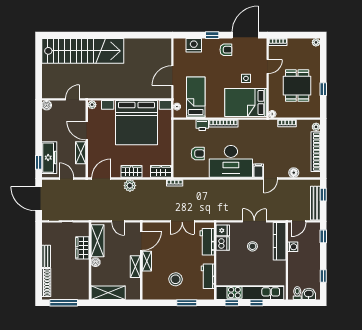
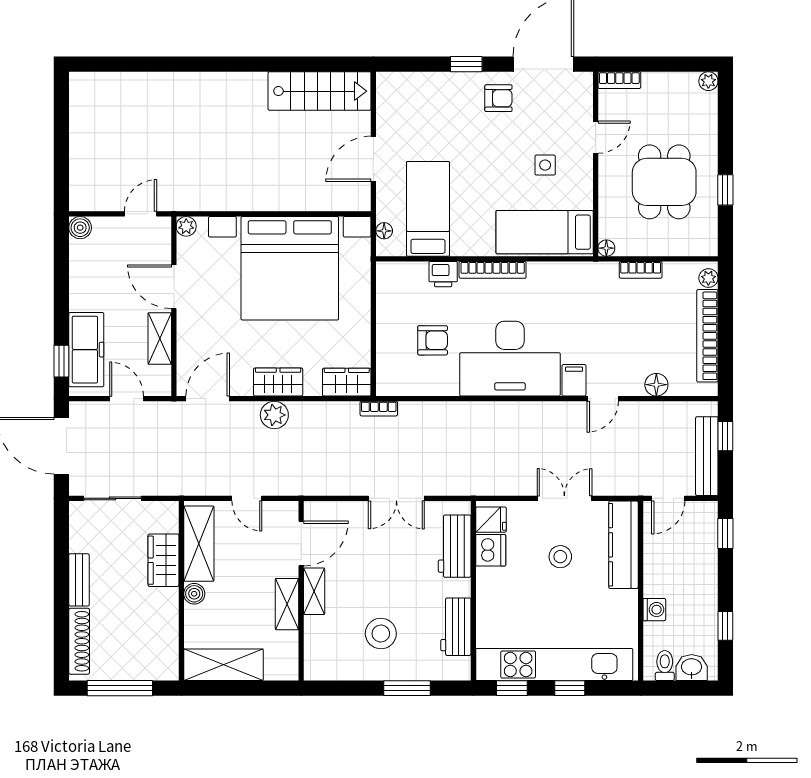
nightstand: (194, 45) -> (423, 88), removed
stairs: (83, 51) -> (320, 91), moved, width x0.54, depth x0.66
bed: (246, 102) -> (545, 232), width x0.67
washing machine: (293, 247) -> (654, 610), moved

